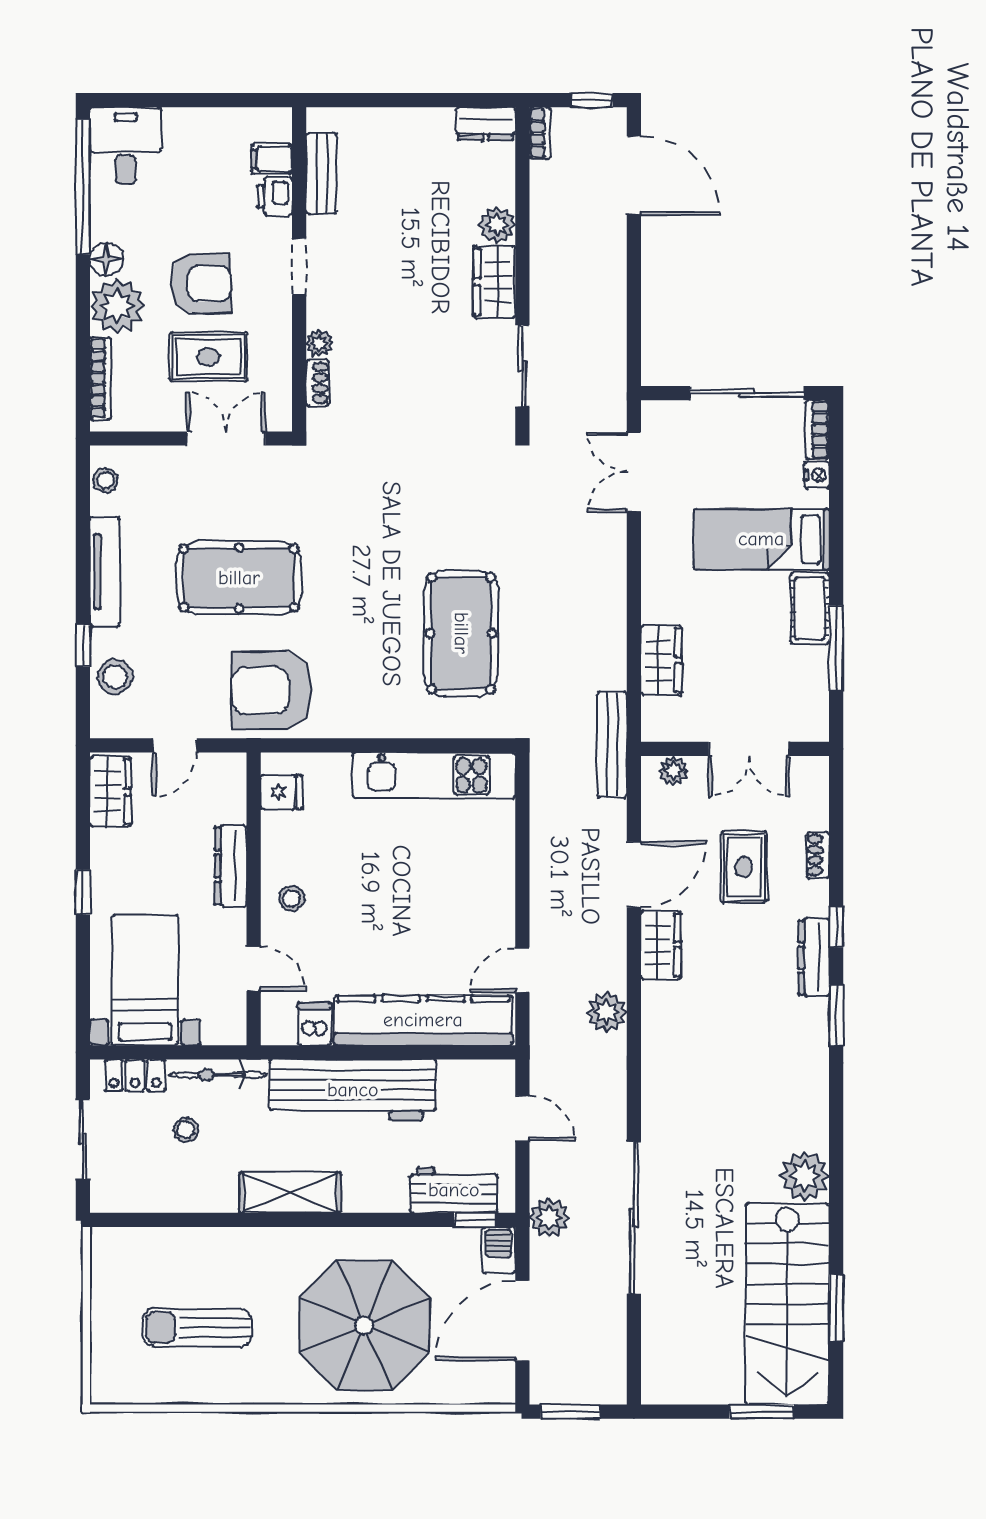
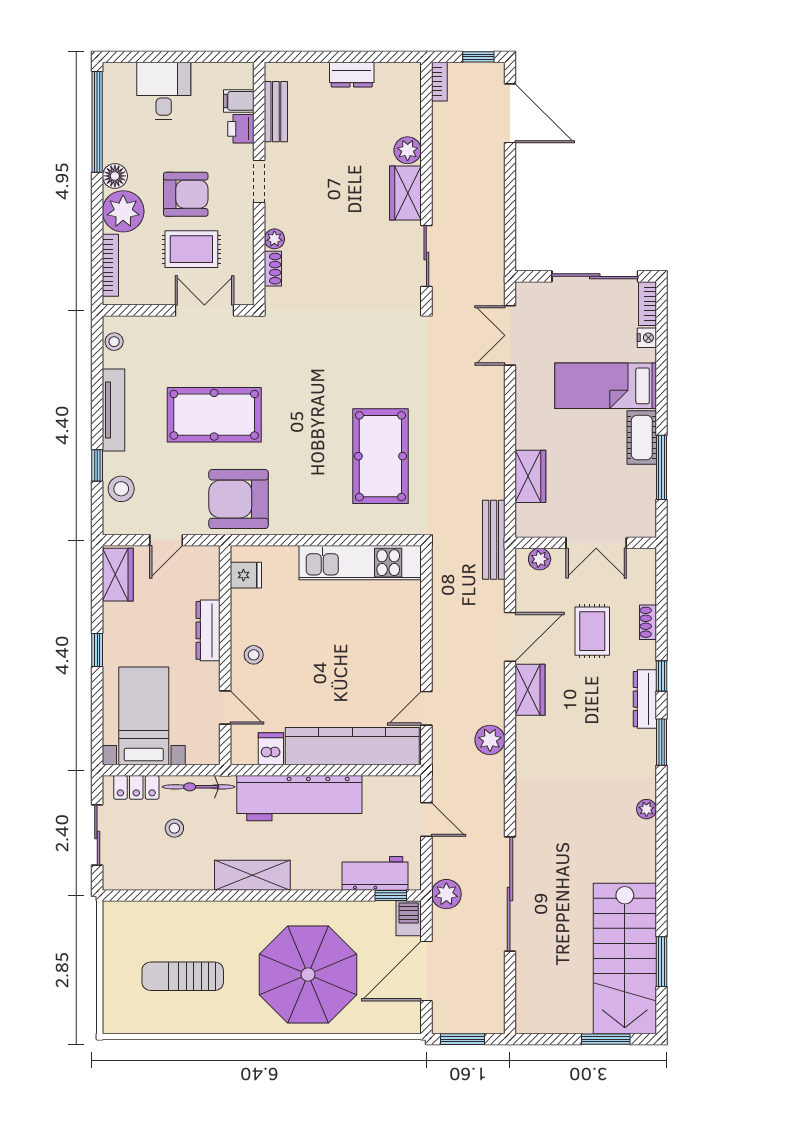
dresser: (486, 124) -> (352, 75), moved
desk: (126, 146) -> (164, 91), moved
plant: (805, 1176) -> (646, 809), moved, width x0.53, depth x0.53

